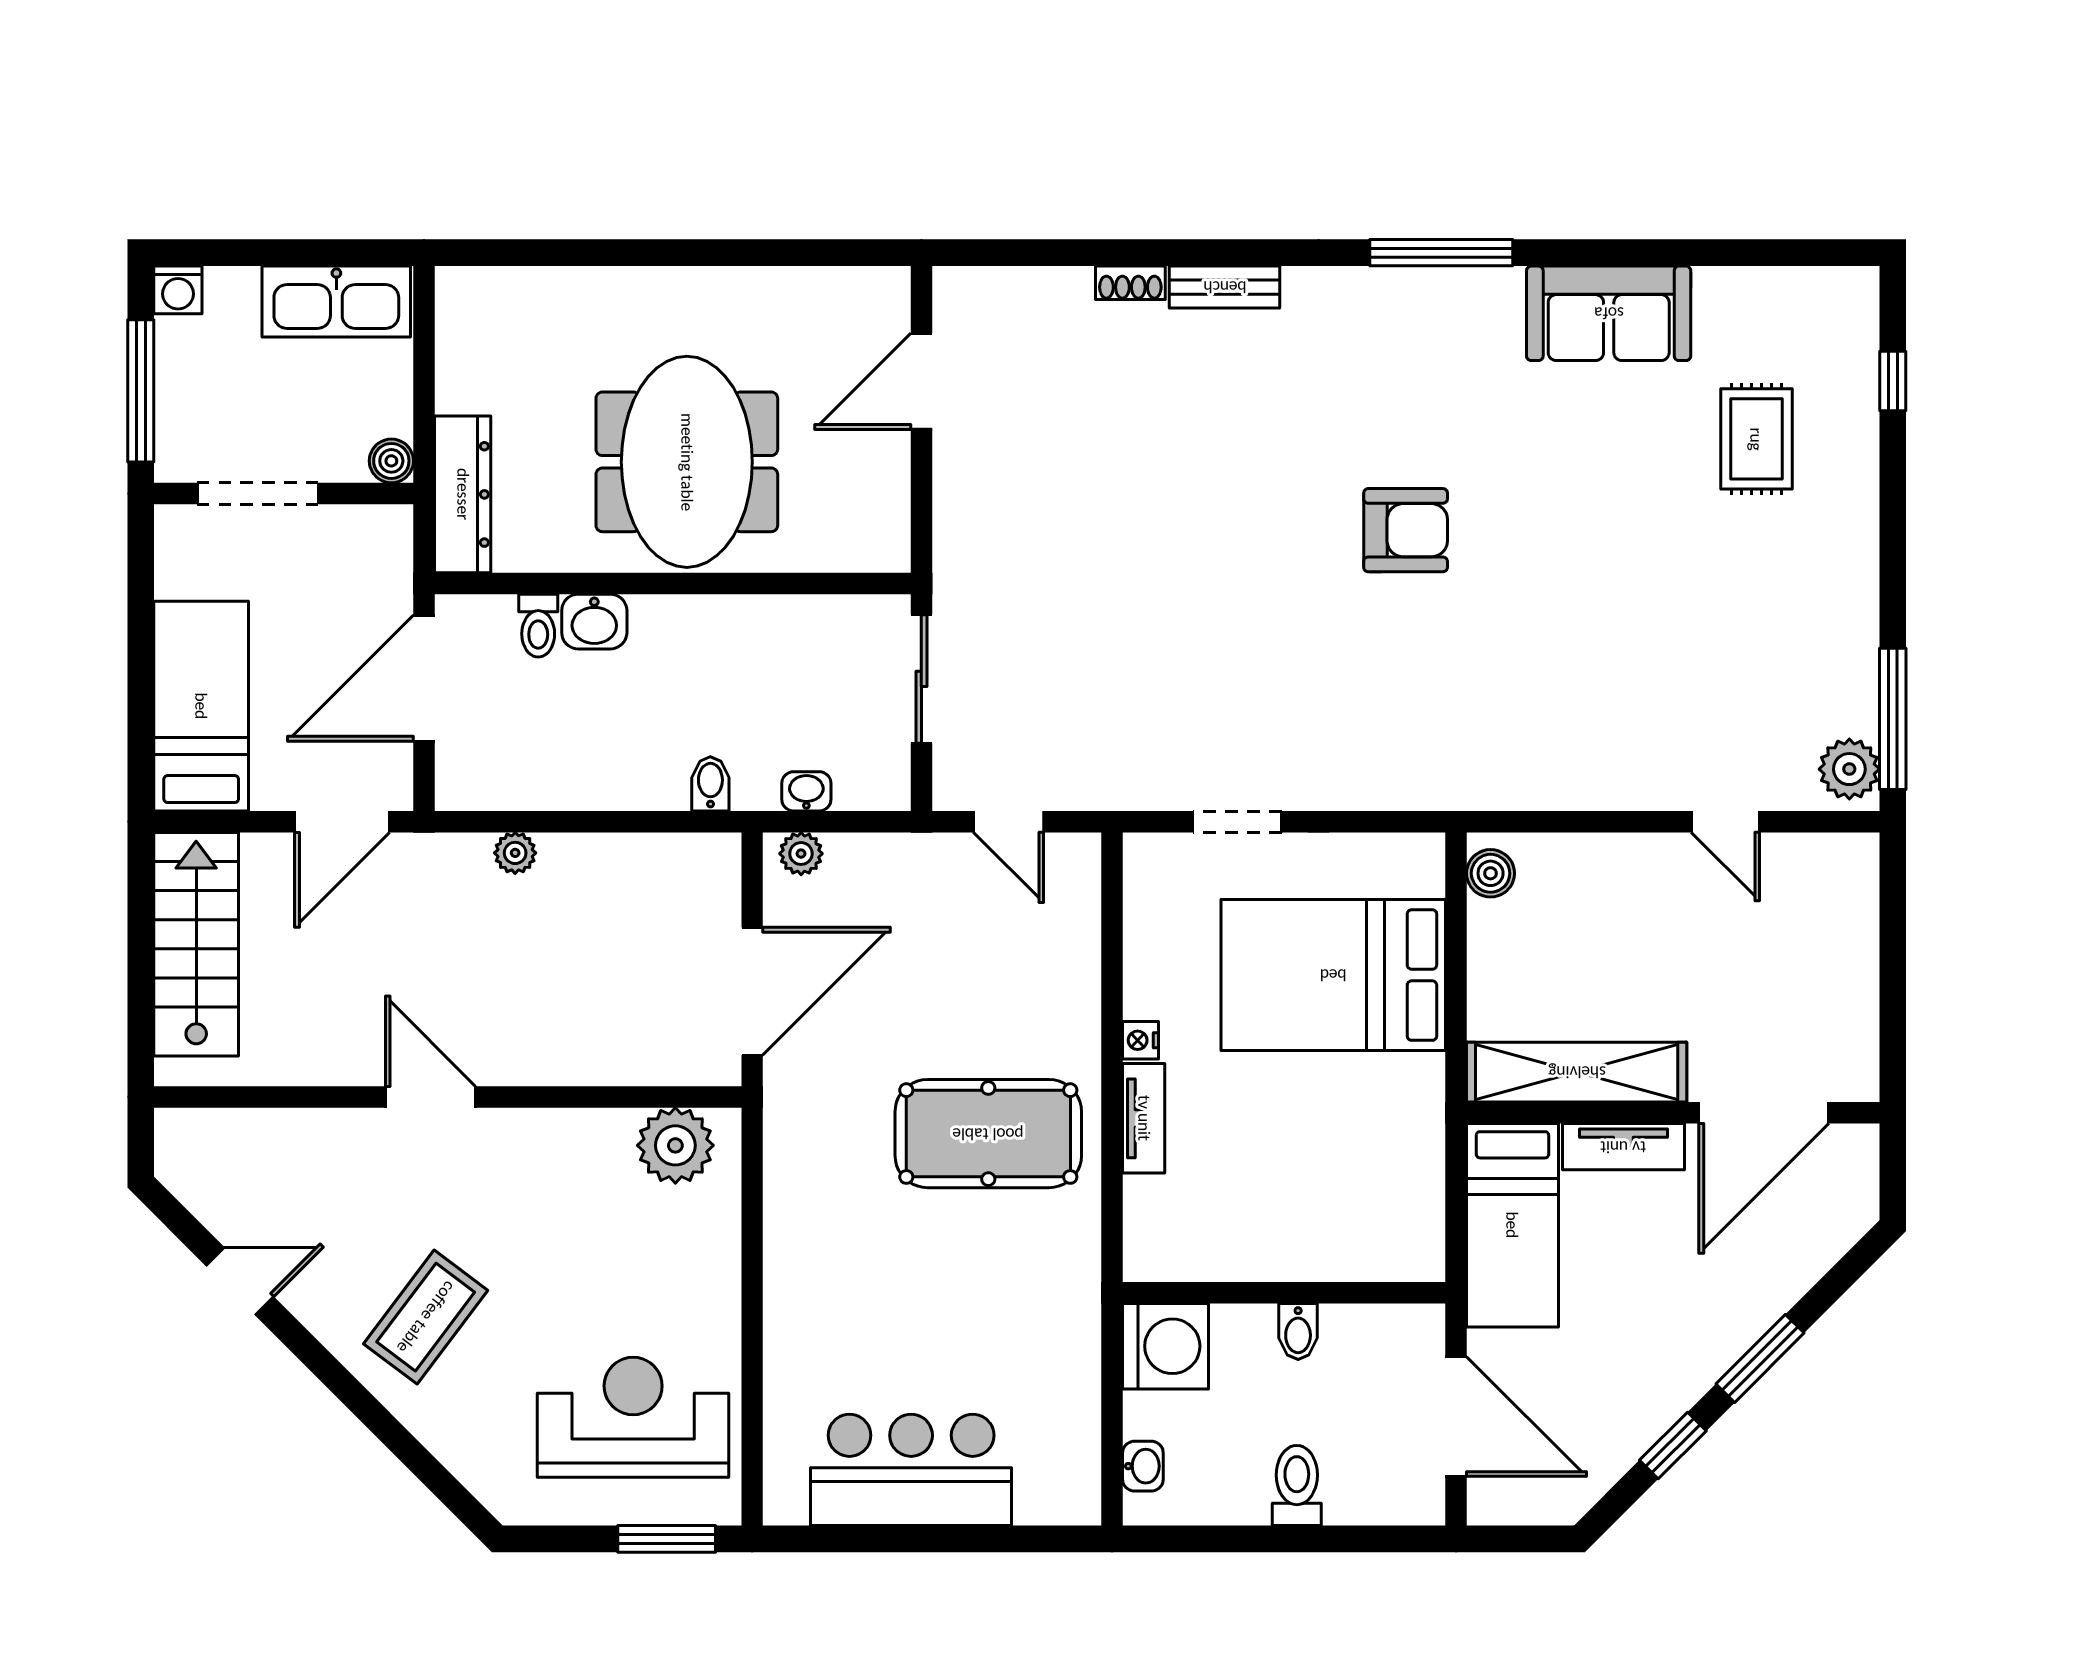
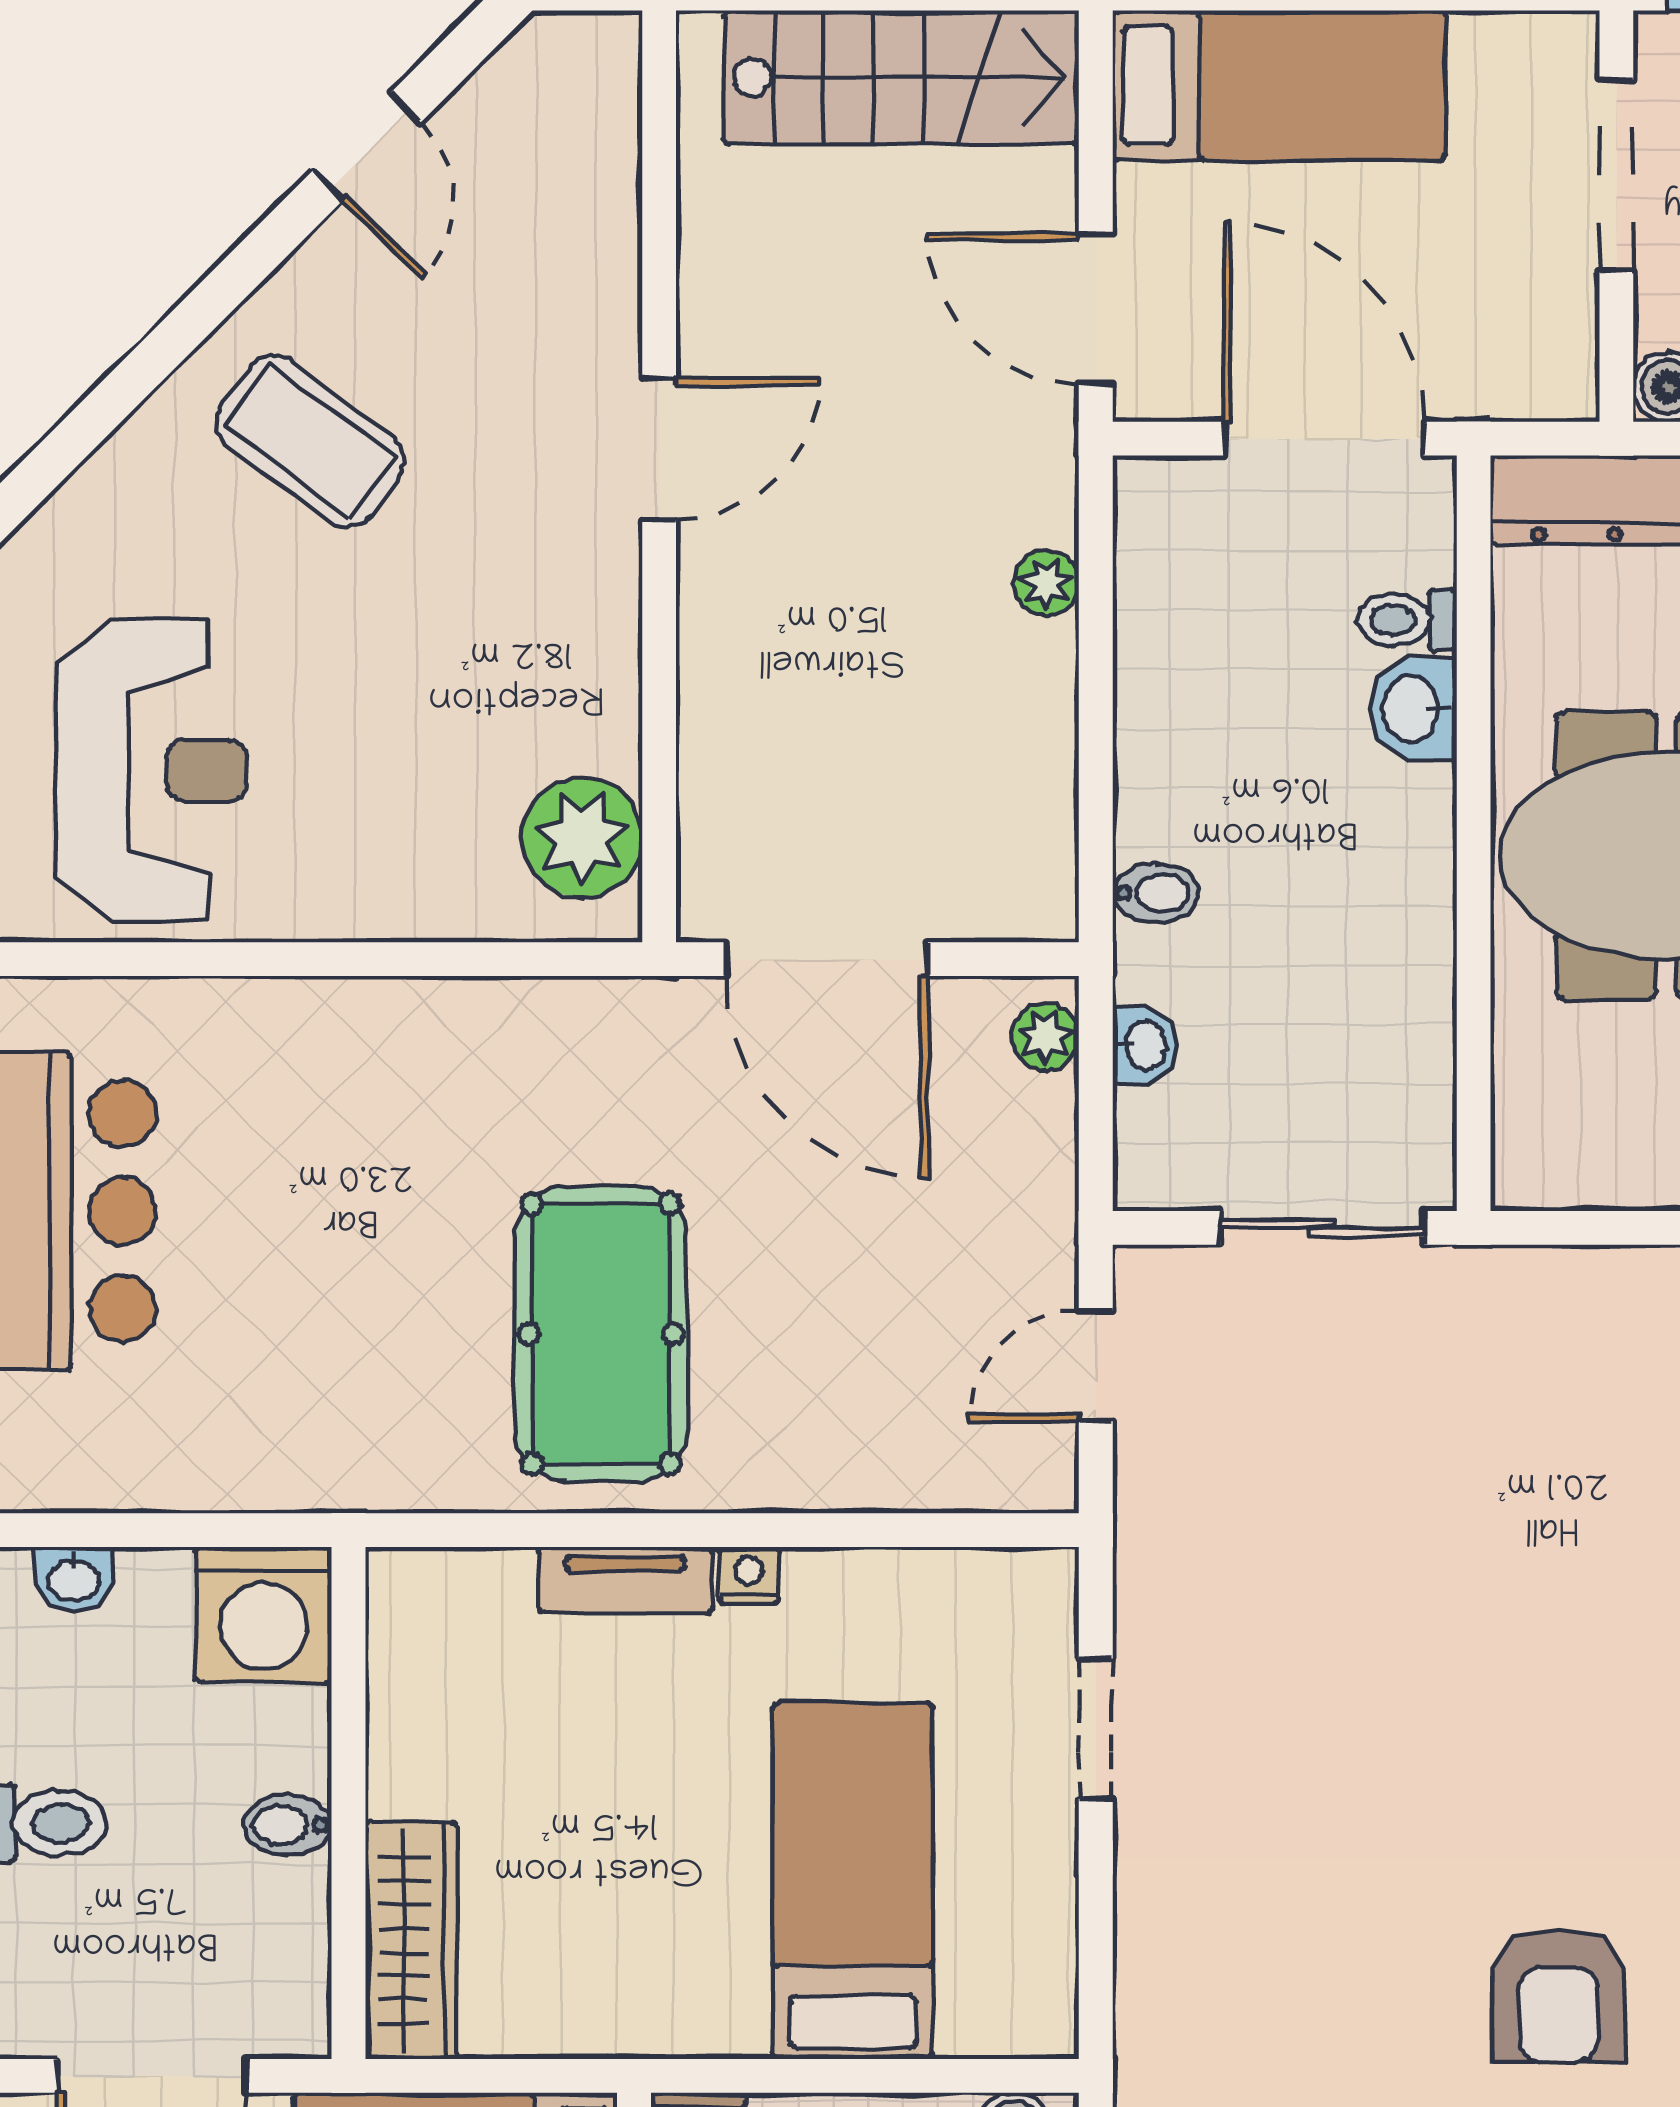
bed: (1333, 975) -> (853, 1881), width x0.67
wardrobe: (1371, 1253) -> (411, 1940), added

